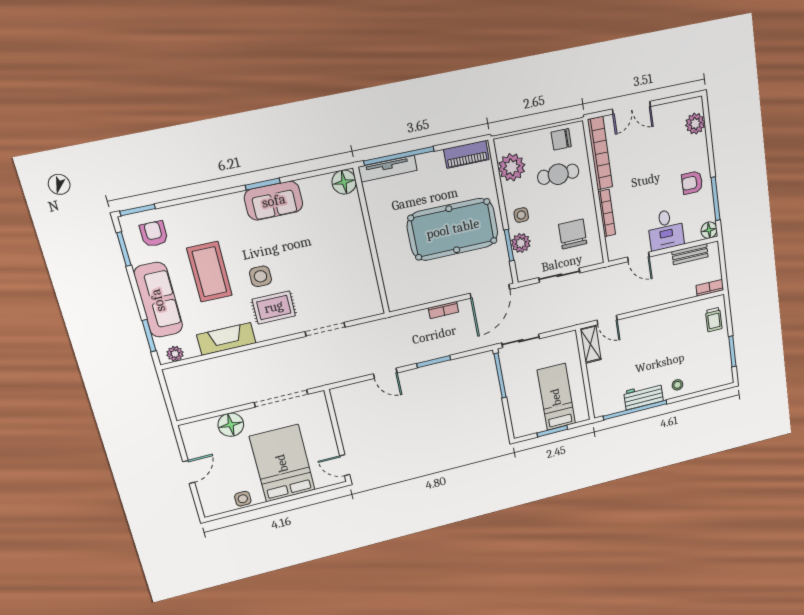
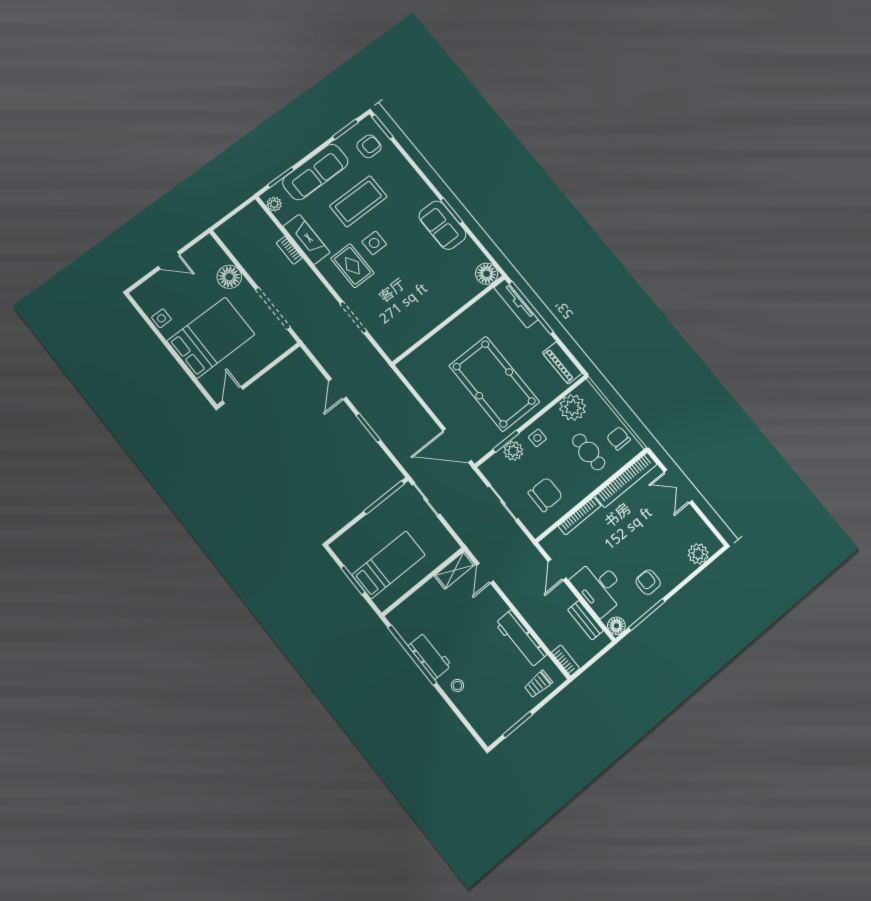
desk: (666, 230) -> (599, 587), width x1.37
bookcase: (443, 310) -> (289, 250), moved
workbench: (673, 316) -> (521, 639), added

